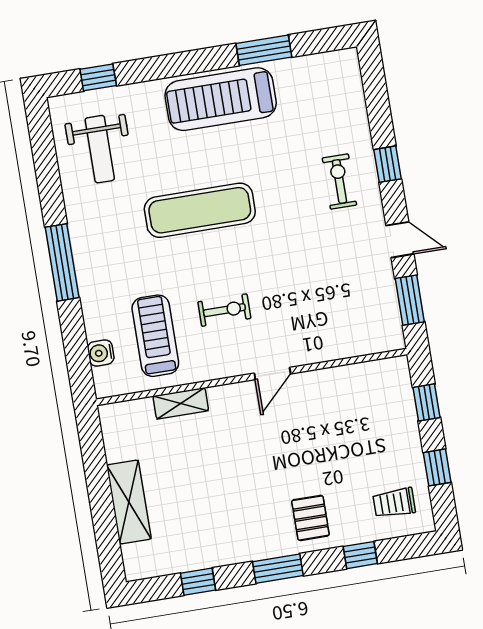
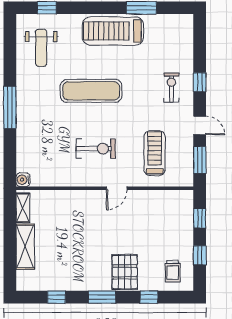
exercise bike: (224, 310) -> (96, 149), width x1.38, depth x1.39
treadmill: (155, 336) -> (155, 153), moved
water cooler: (101, 353) -> (23, 180), moved
shelving: (181, 403) -> (23, 208), moved, turned 90
trolley: (394, 503) -> (173, 271), turned -90
pallet: (310, 518) -> (125, 272), width x1.50, depth x1.42

